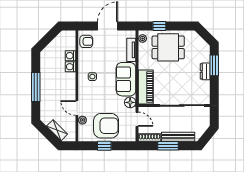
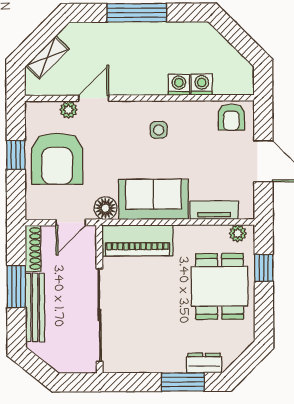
dresser: (205, 71) -> (204, 363), moved

